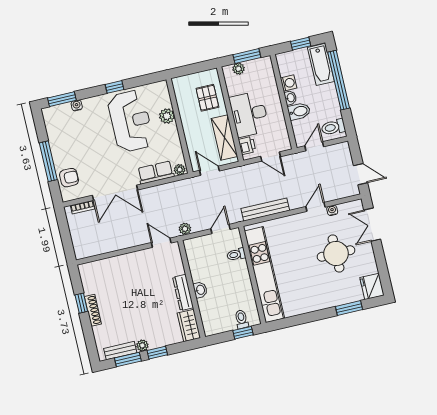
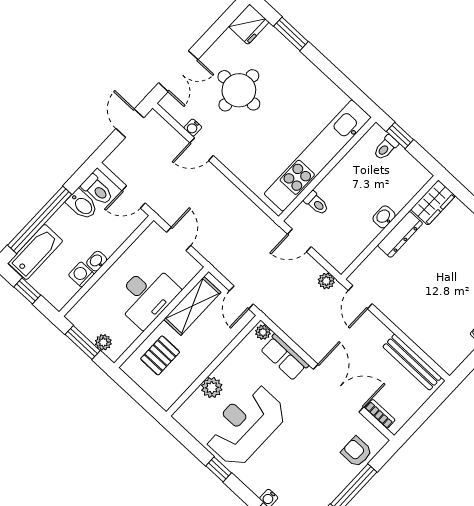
bidet: (299, 111) -> (82, 205), moved, turned 180
printer: (247, 145) -> (184, 274), removed
bench: (265, 210) -> (412, 362), moved

